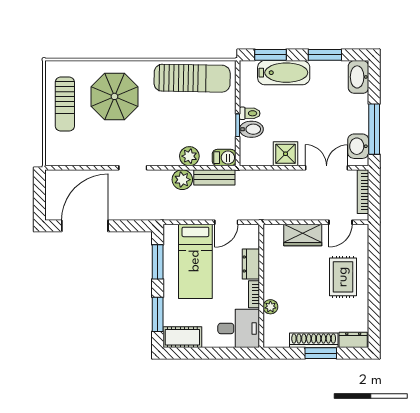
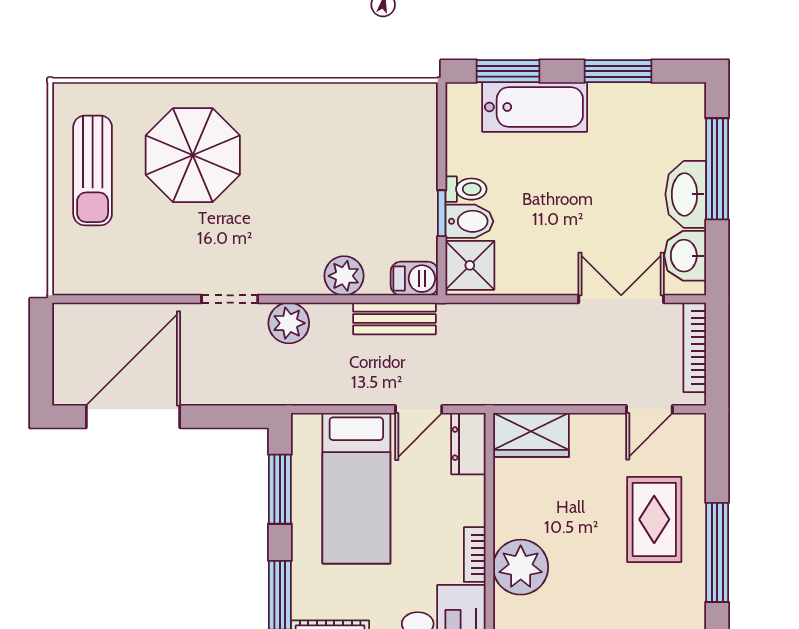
washbasin: (359, 77) -> (686, 194), moved
sun lounger: (192, 78) -> (350, 118), removed
window: (374, 129) -> (717, 169), moved
shower: (286, 154) -> (470, 265), moved
plant: (182, 180) -> (289, 323), moved
wardrobe: (303, 235) -> (531, 435), moved
dresser: (251, 264) -> (468, 444), moved
window: (374, 293) -> (717, 552), added
plant: (270, 307) -> (521, 567), width x1.87, depth x1.87

